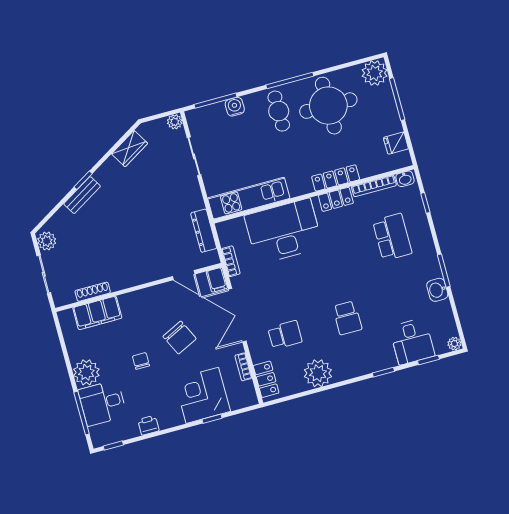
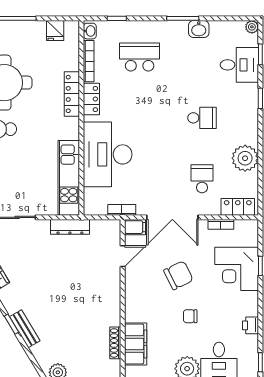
dresser: (204, 231) -> (70, 227), moved

